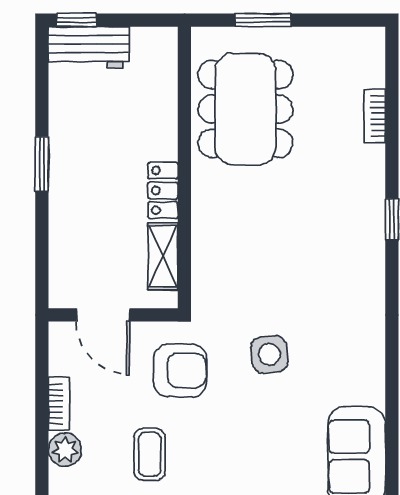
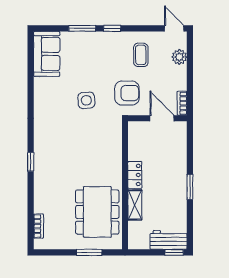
bookcase: (375, 116) -> (39, 226), moved
shelving: (163, 256) -> (135, 205), moved
armchair: (180, 370) -> (127, 93), turned 180
bookcase: (59, 404) -> (182, 103), moved

